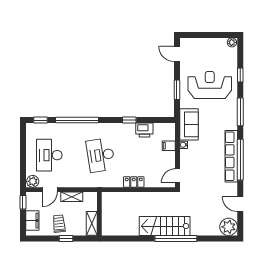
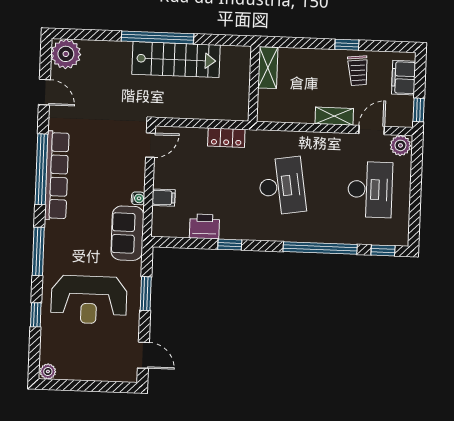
wall: (99, 214) -> (254, 84), moved
shelving: (92, 223) -> (268, 68), moved

